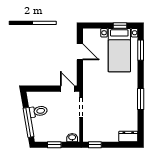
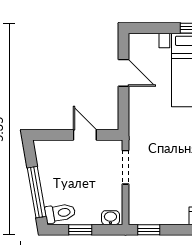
door: (67, 89) -> (85, 135), moved
toilet: (38, 111) -> (60, 213), moved

